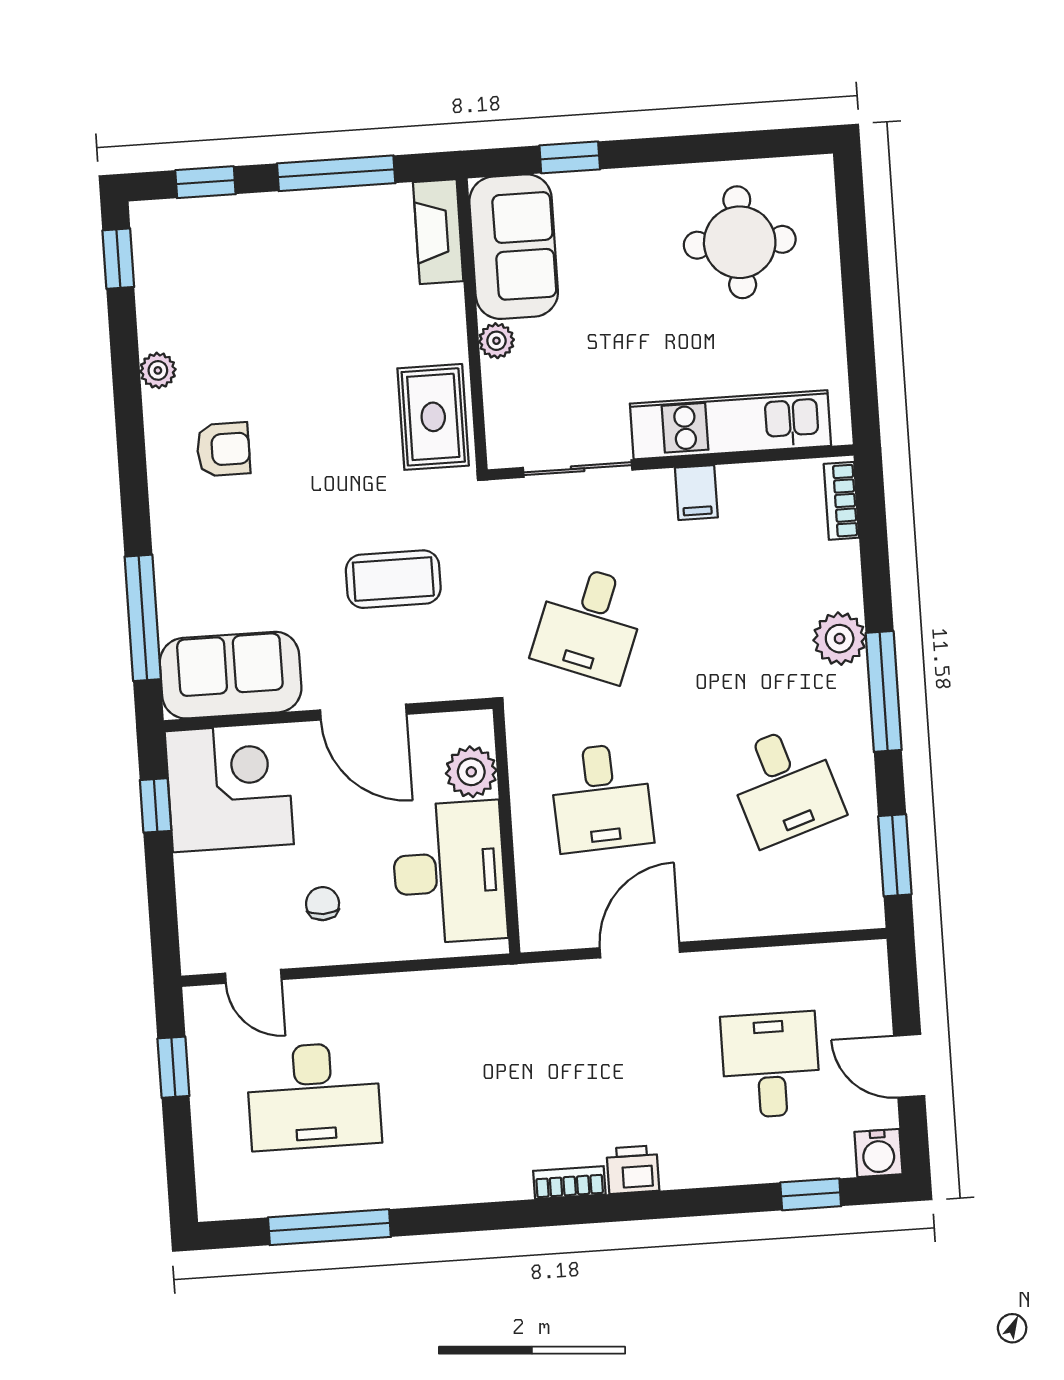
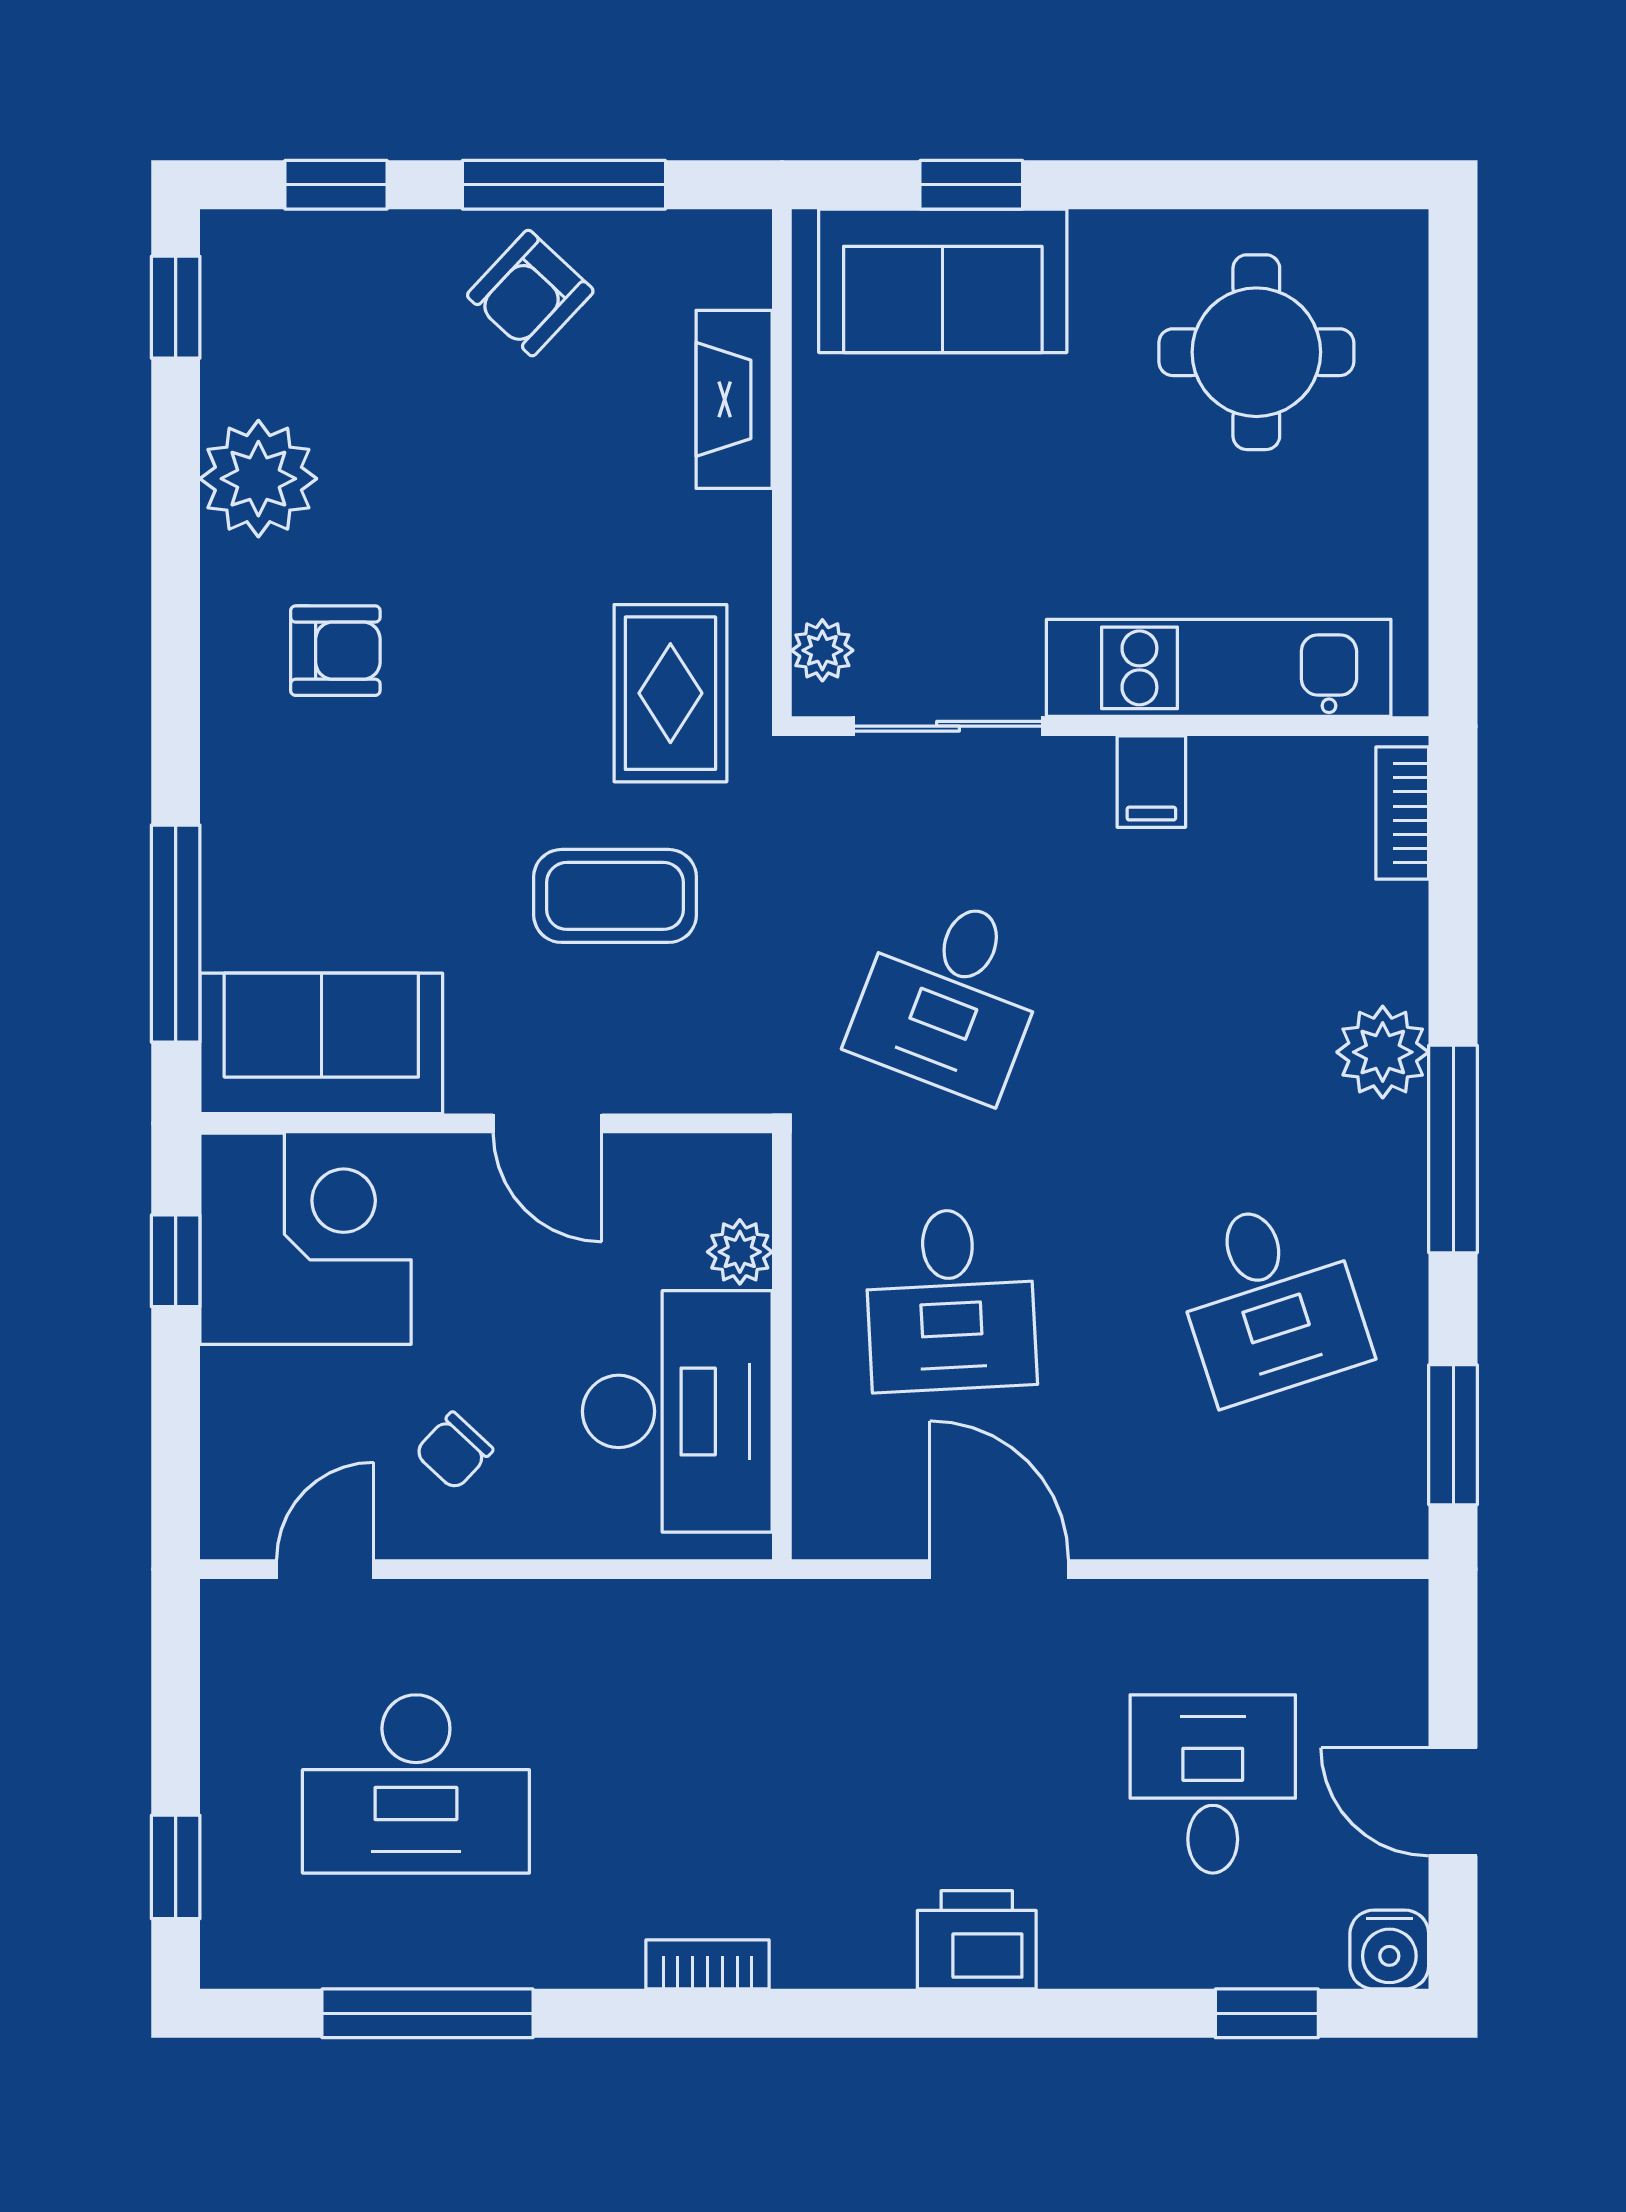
fireplace: (438, 232) -> (734, 399), moved
armchair: (321, 237) -> (530, 293), added
sofa: (514, 247) -> (943, 281), moved, turned 90
plant: (496, 341) -> (822, 650), moved
plant: (158, 370) -> (258, 479), width x1.87, depth x1.87
rug: (433, 417) -> (670, 693), moved
door: (363, 712) -> (548, 1123), width x0.73
plant: (471, 772) -> (740, 1252), width x0.73, depth x0.73
chair: (323, 904) -> (454, 1451), turned -137
door: (640, 950) -> (999, 1569), hinge flipped
door: (253, 976) -> (325, 1569), swing flipped
window: (173, 1067) -> (176, 1867), moved
printer: (633, 1170) -> (977, 1940), width x1.36, depth x1.24
bookcase: (569, 1183) -> (707, 1964), moved

